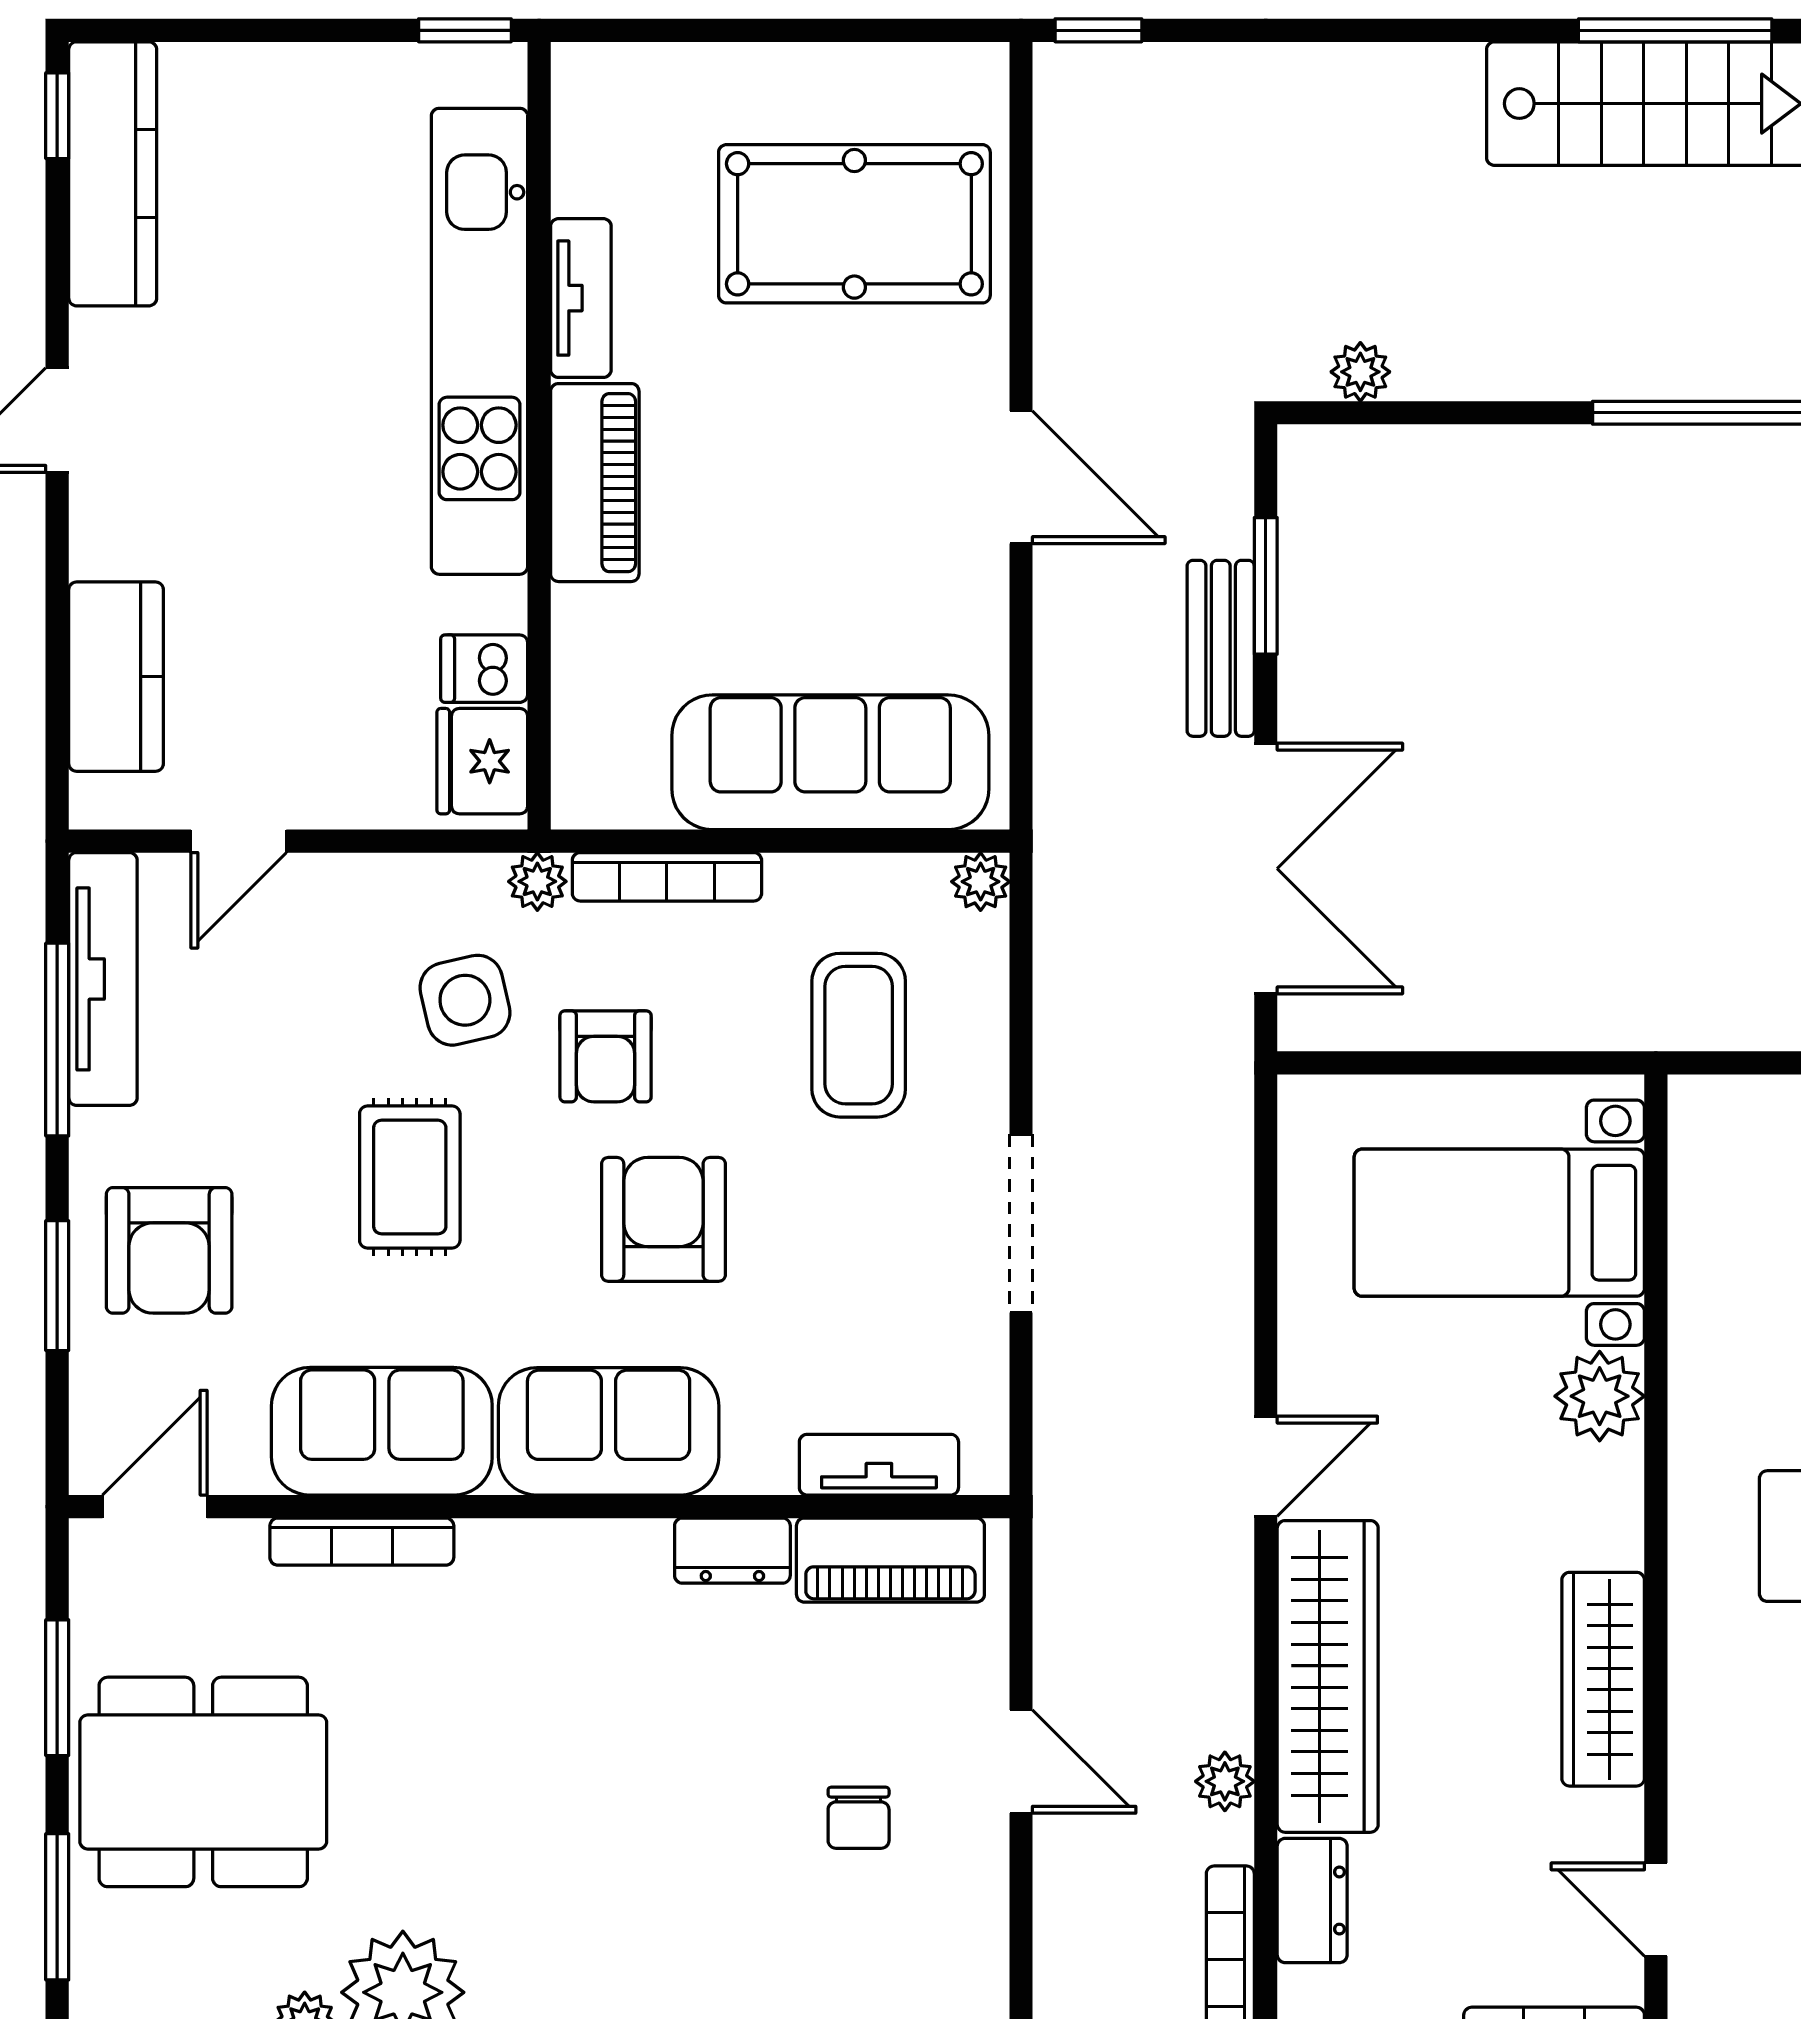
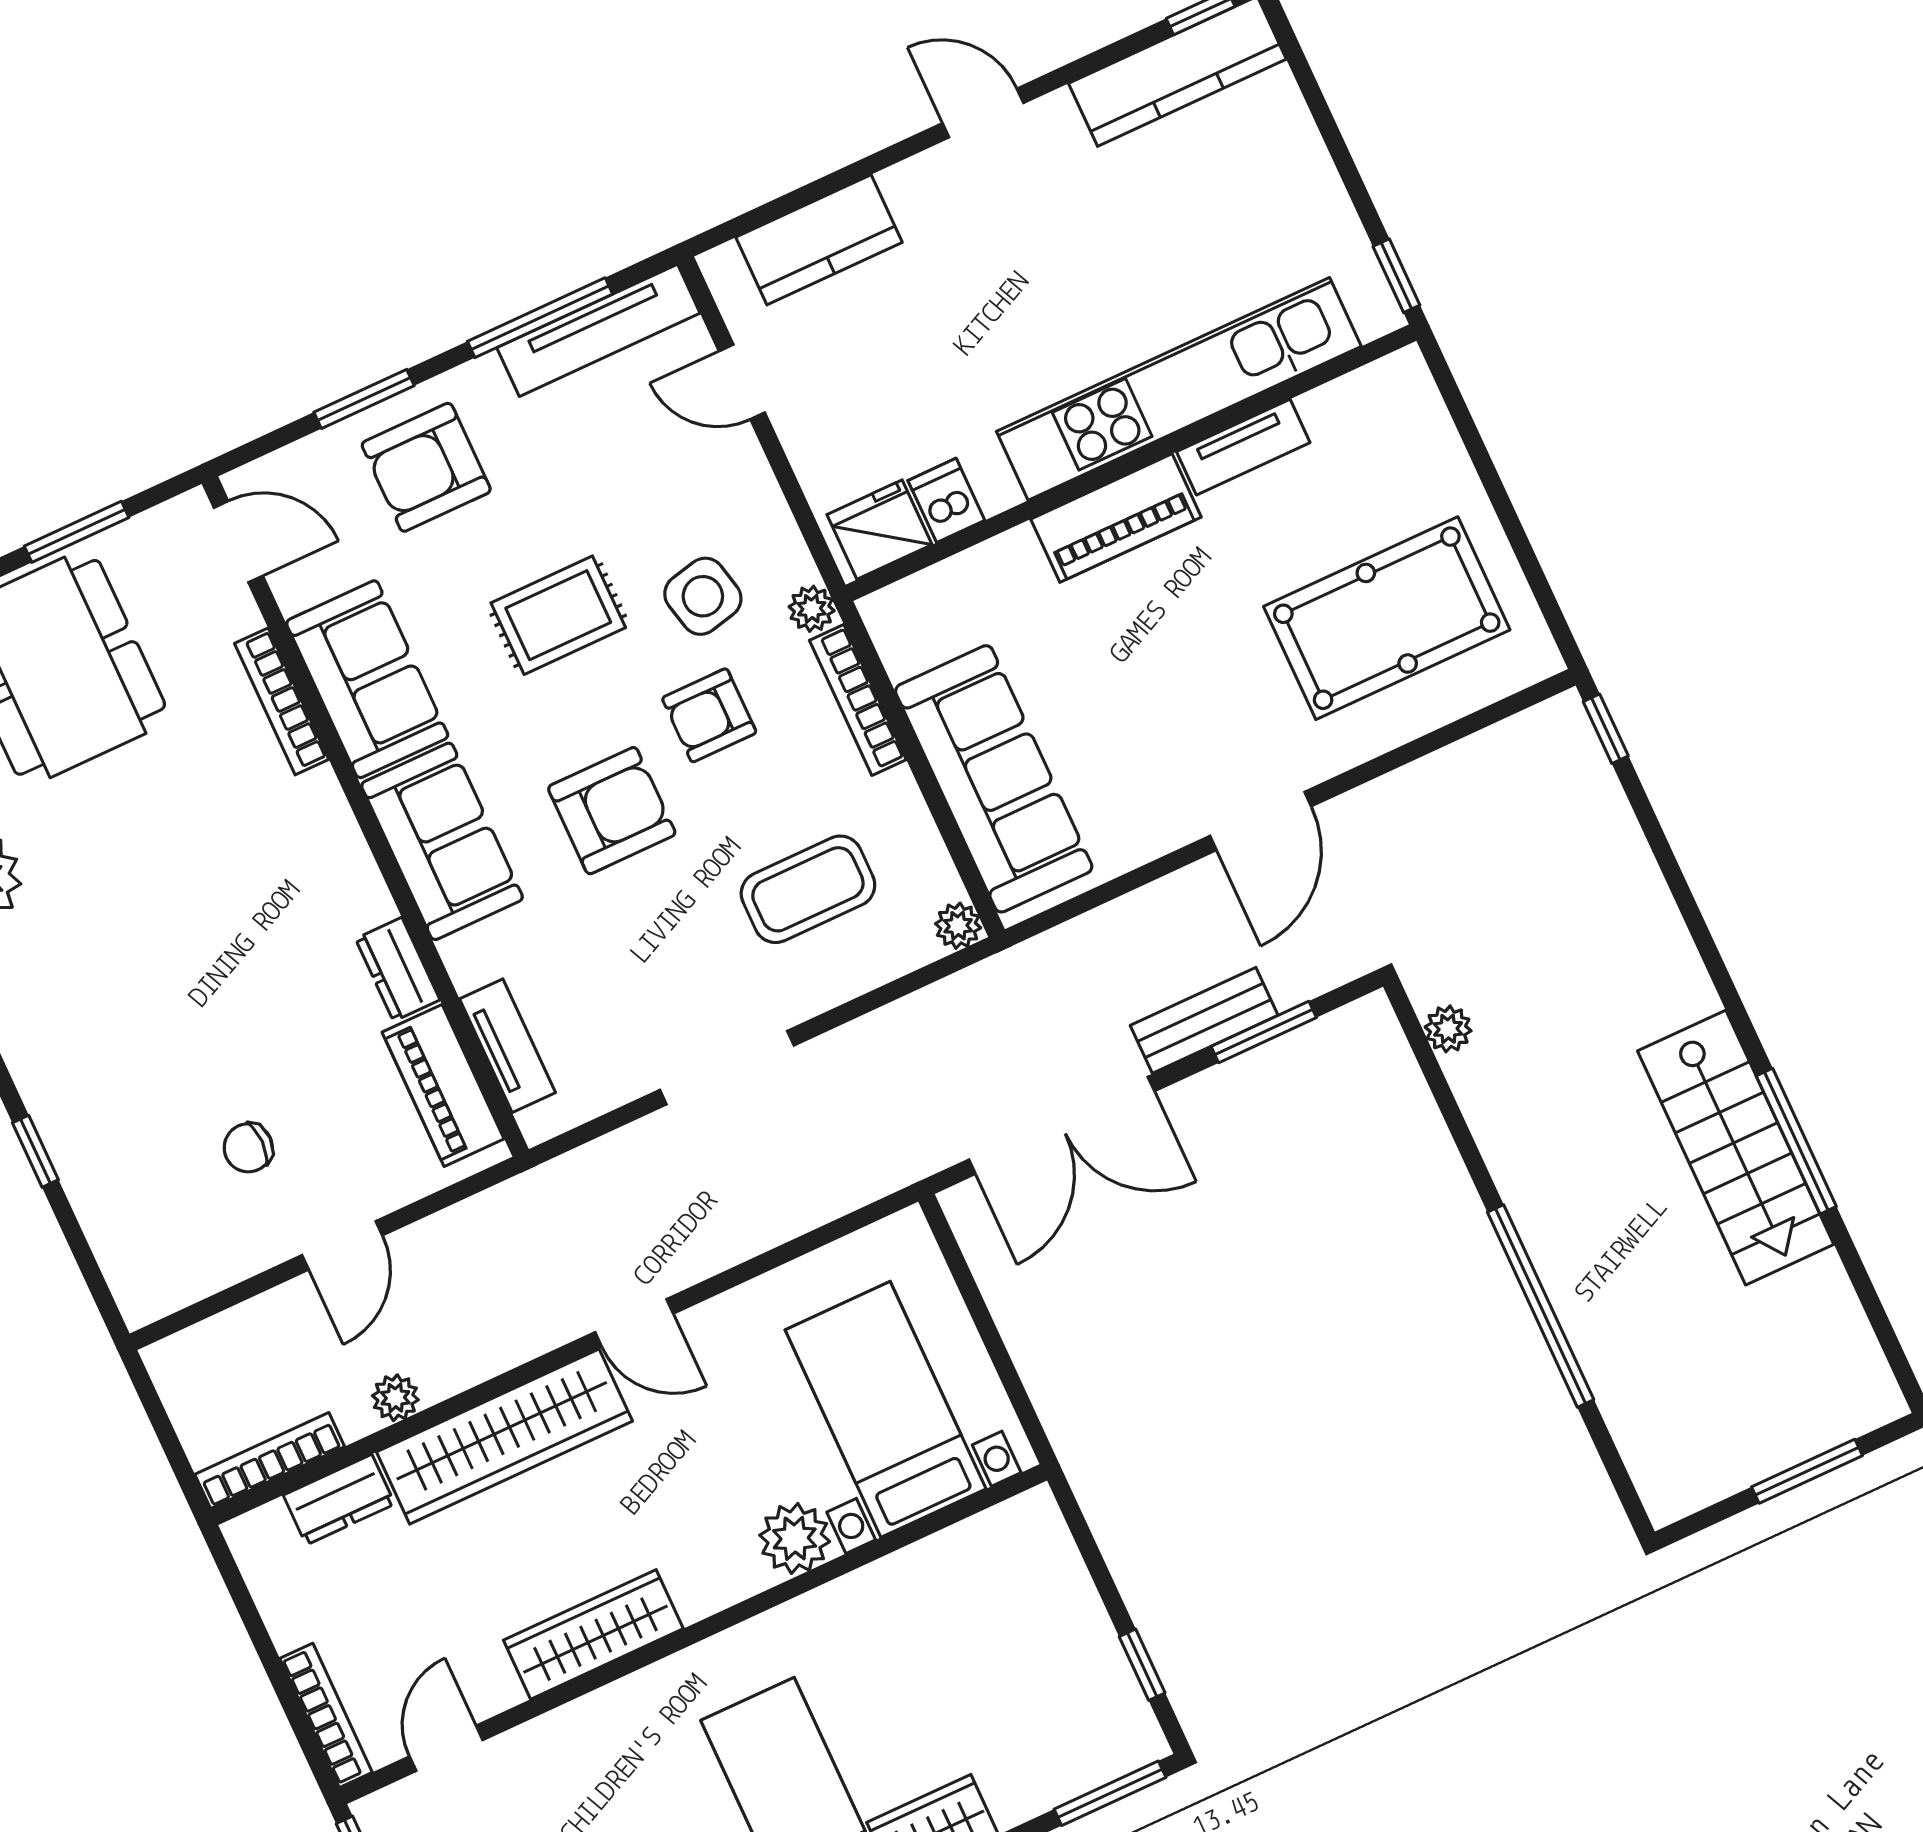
pool table: (854, 224) -> (1387, 618), turned 90

